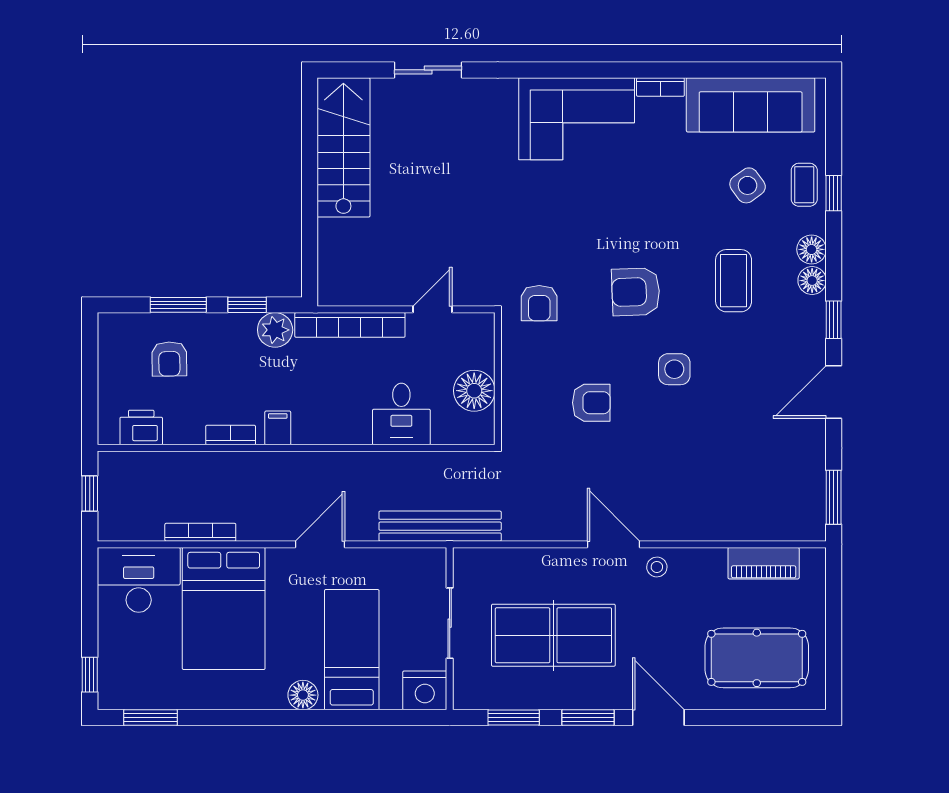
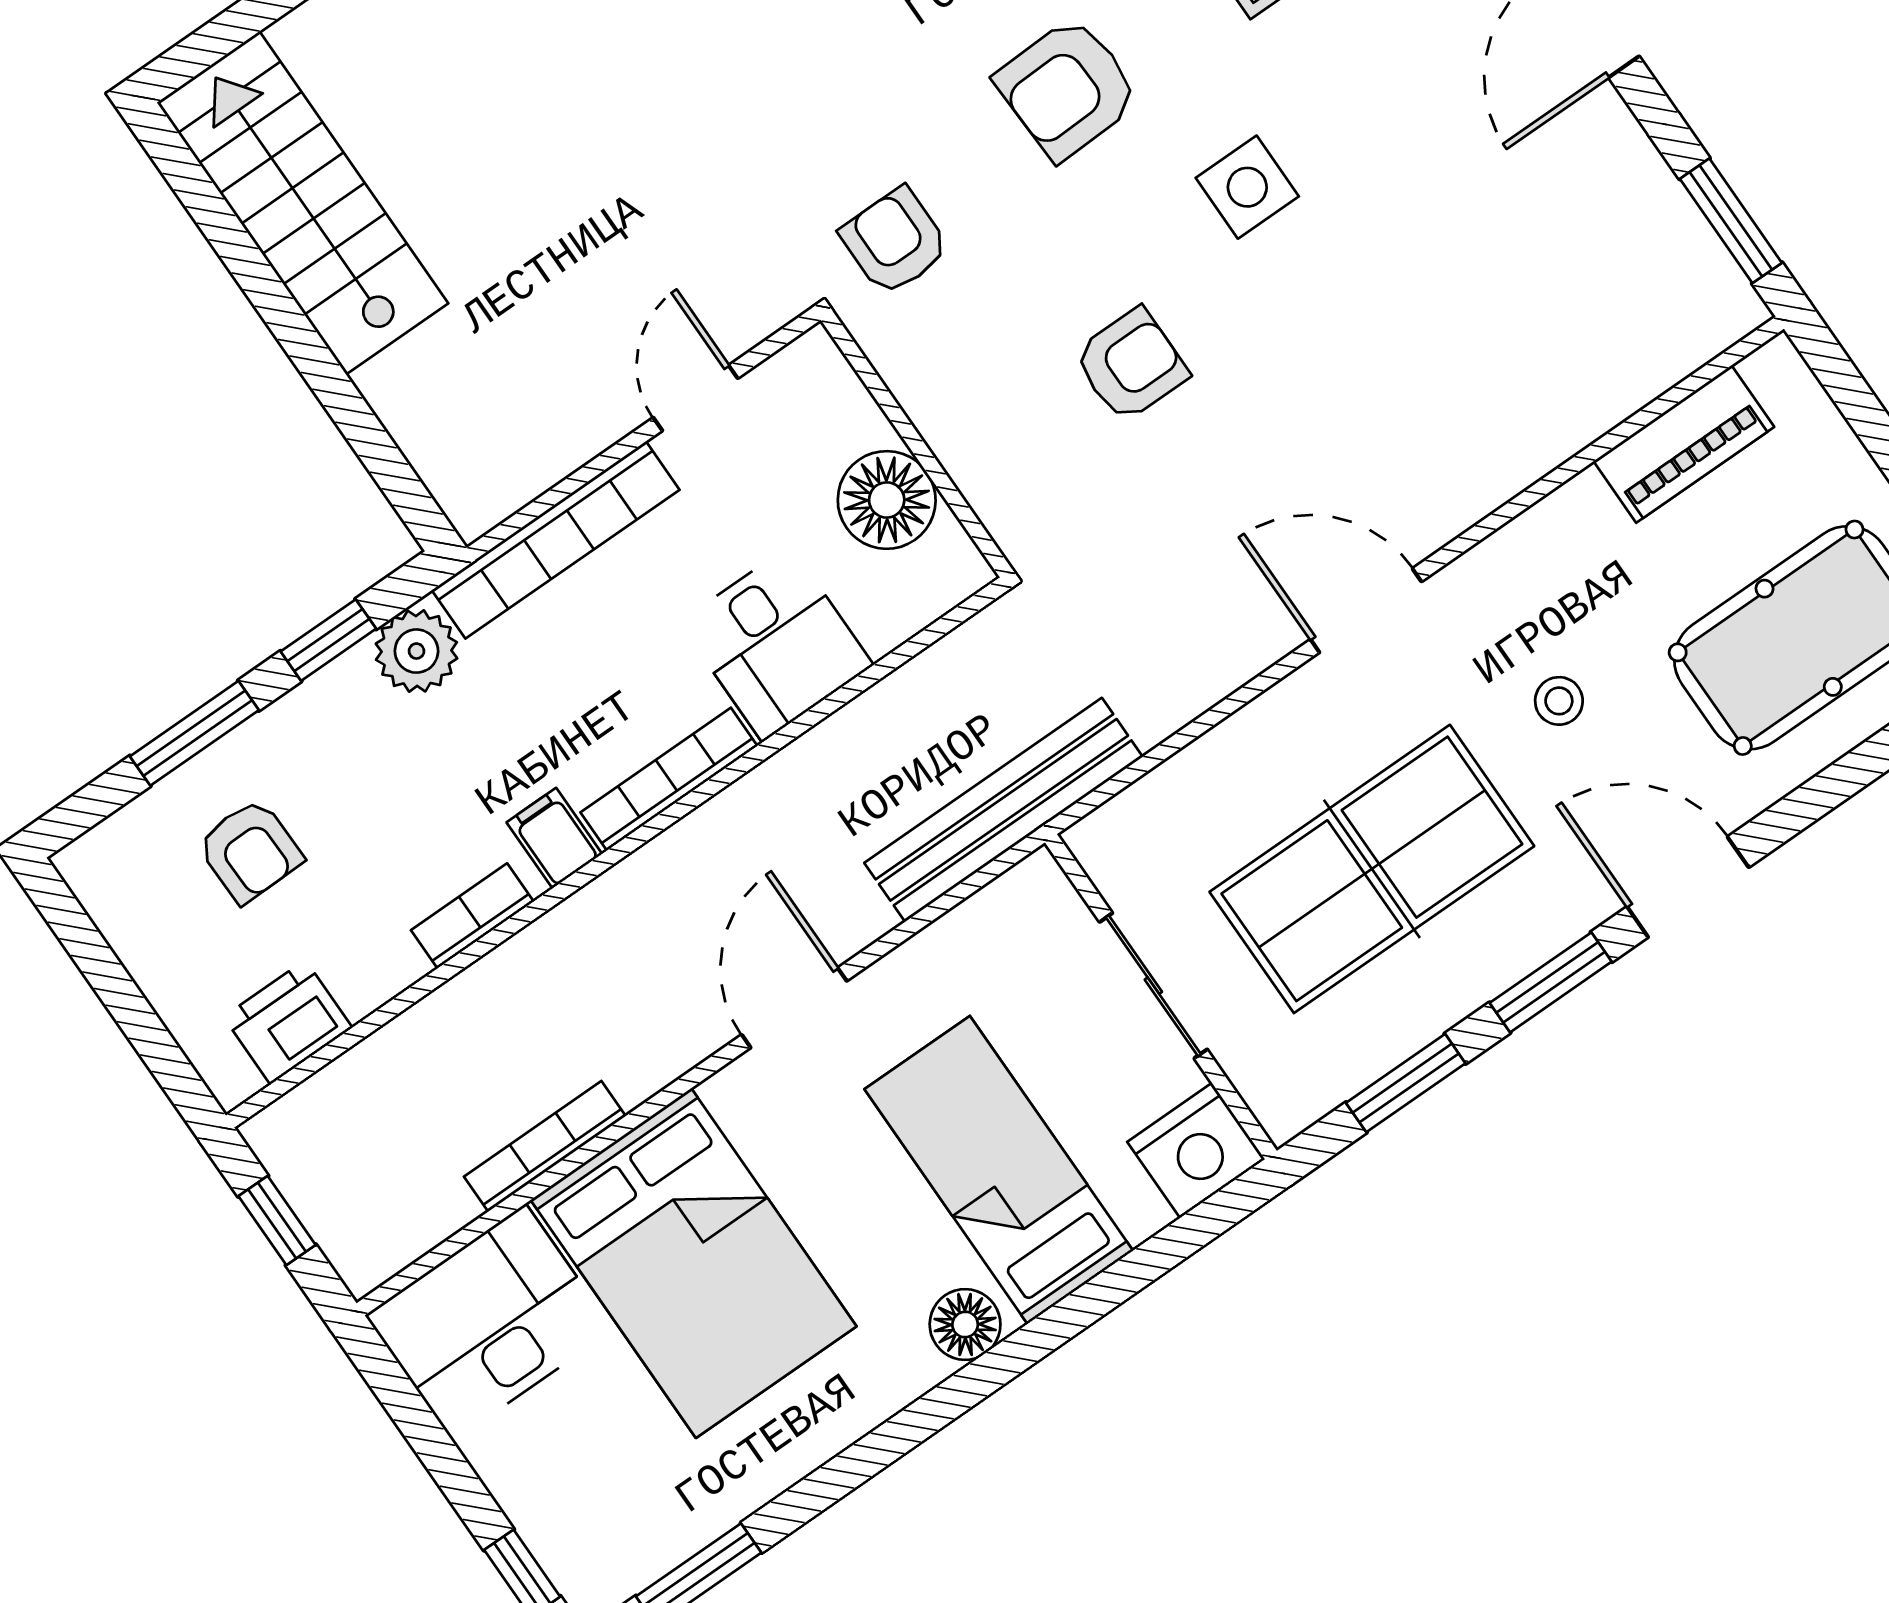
armchair: (539, 303) -> (895, 241), turned 180
bookcase: (332, 435) -> (669, 779), added
stool: (657, 567) -> (1559, 701), moved

